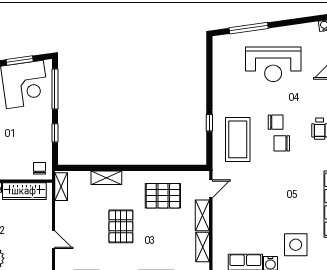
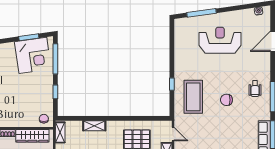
reception desk: (273, 64) -> (220, 40), turned 180
chair: (276, 122) -> (222, 84), removed
door: (211, 189) -> (173, 134), hinge flipped

